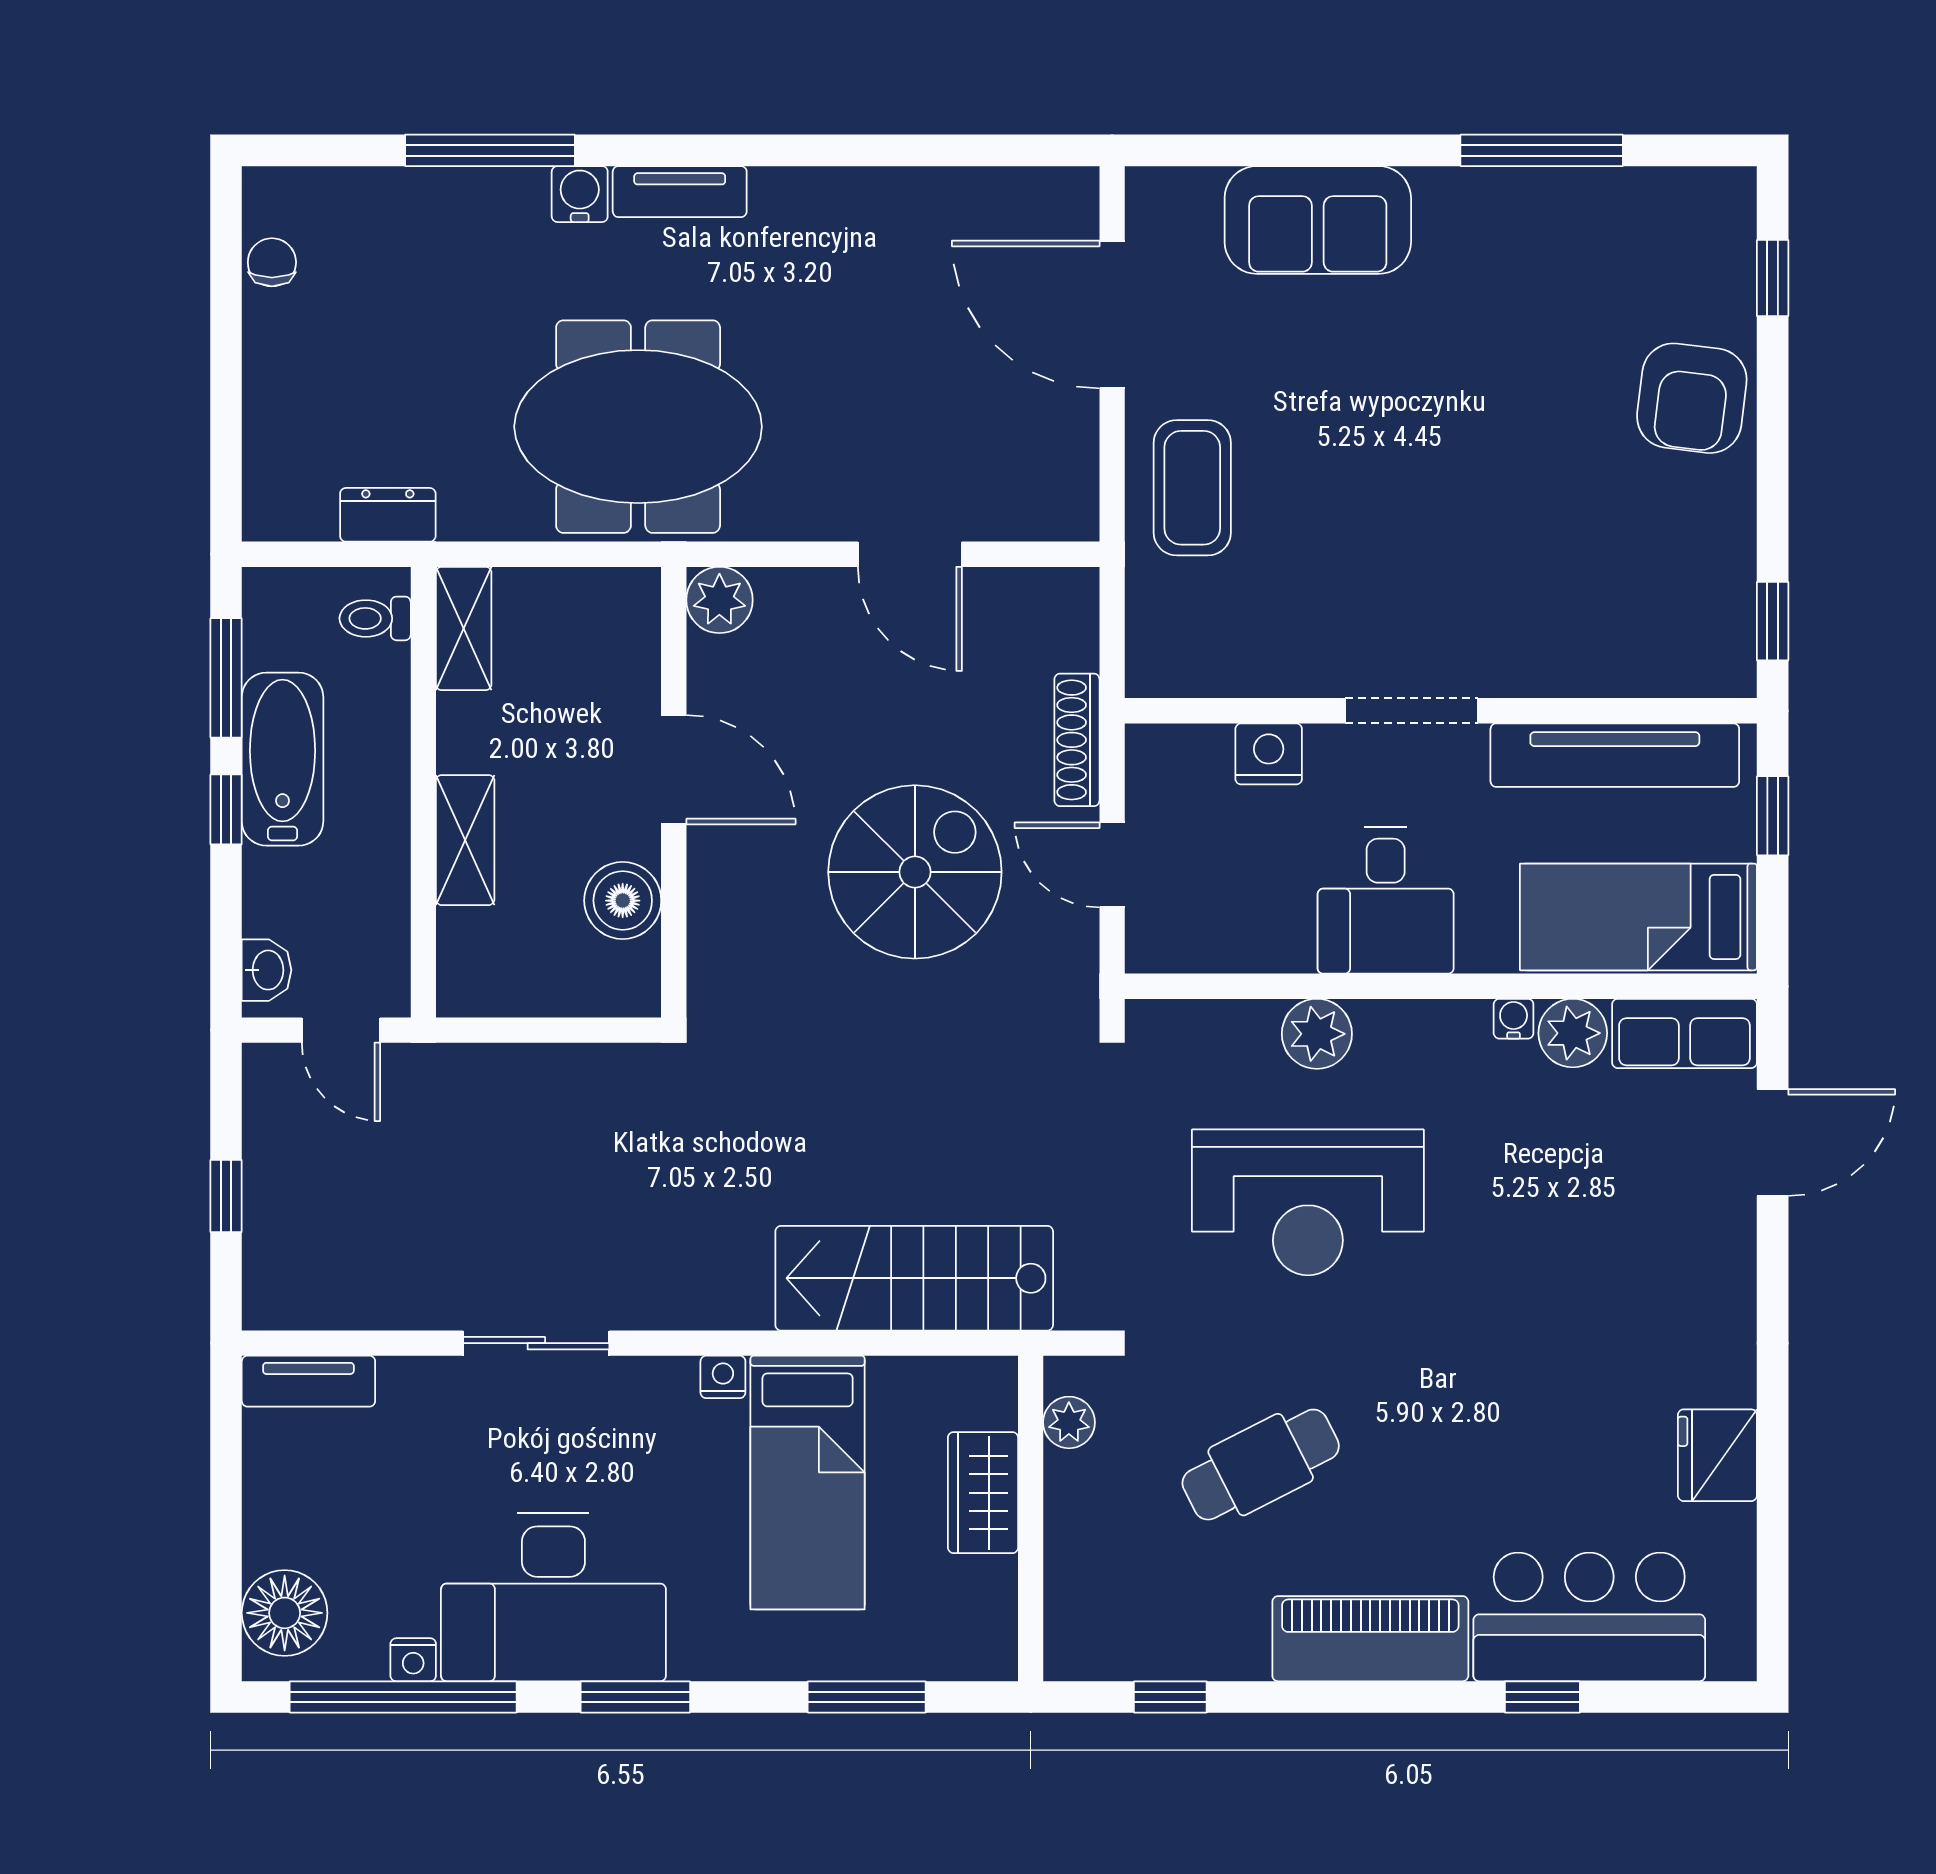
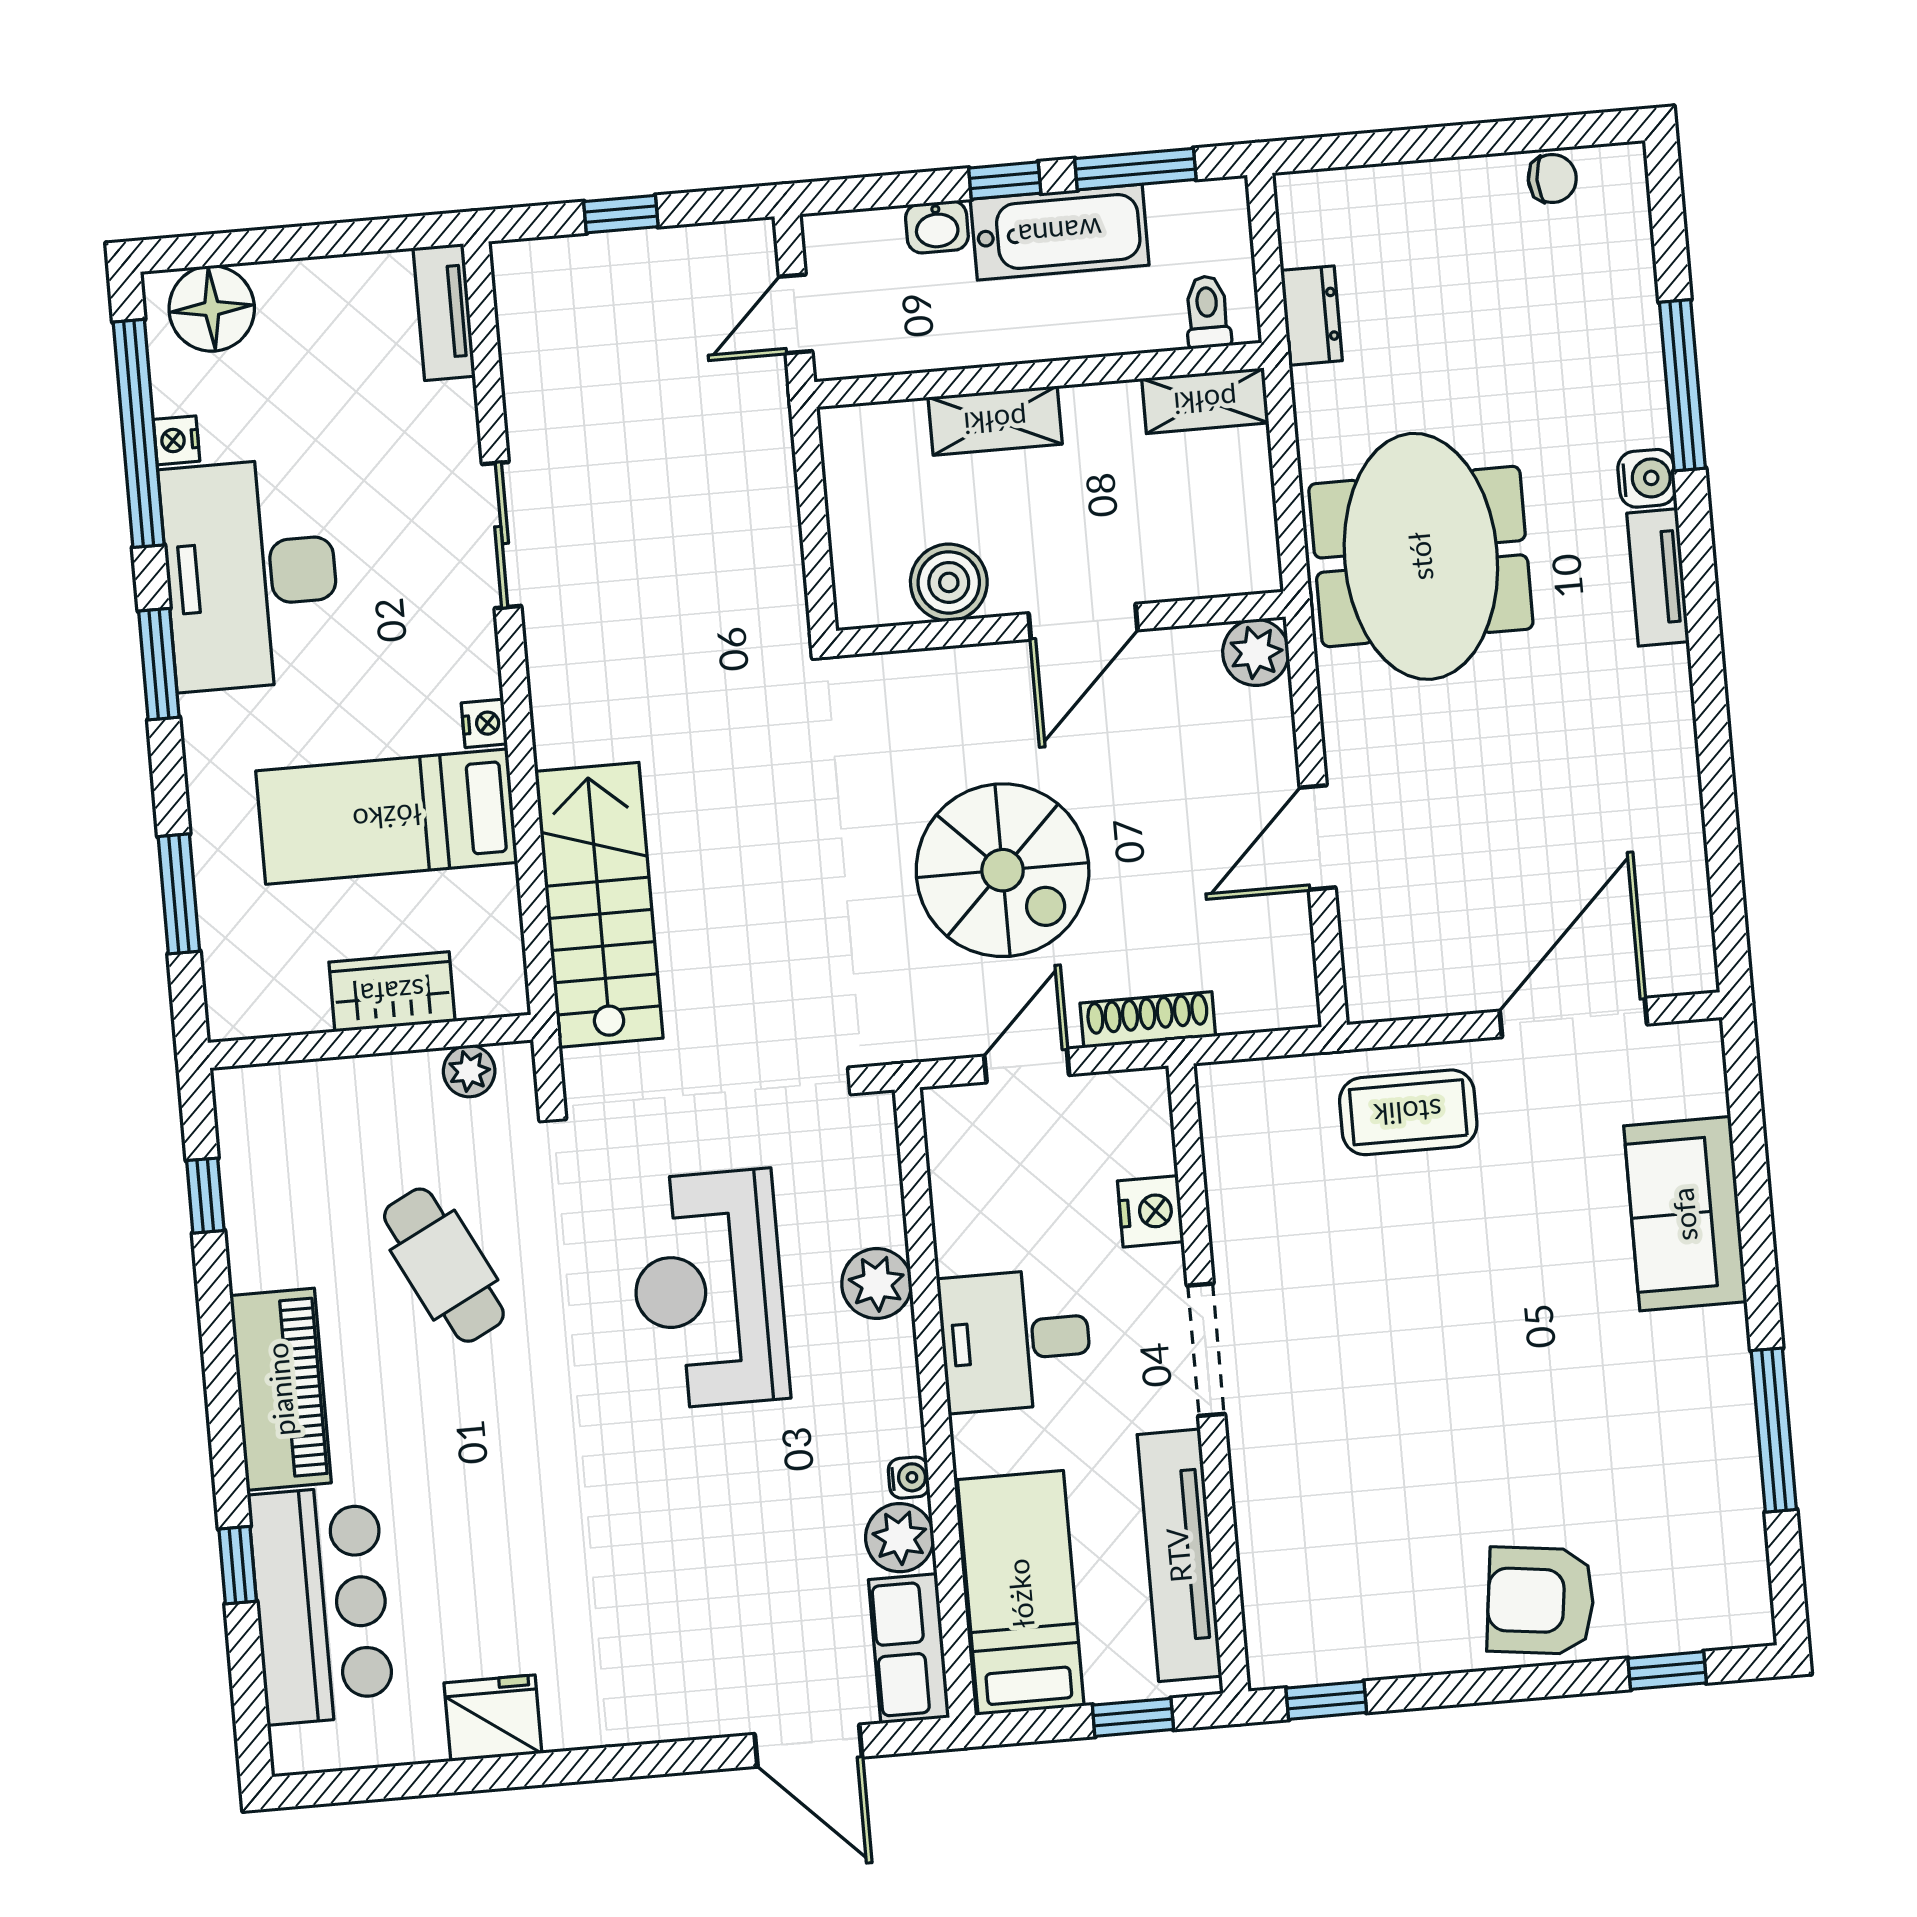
washbasin: (267, 970) -> (937, 227), moved

